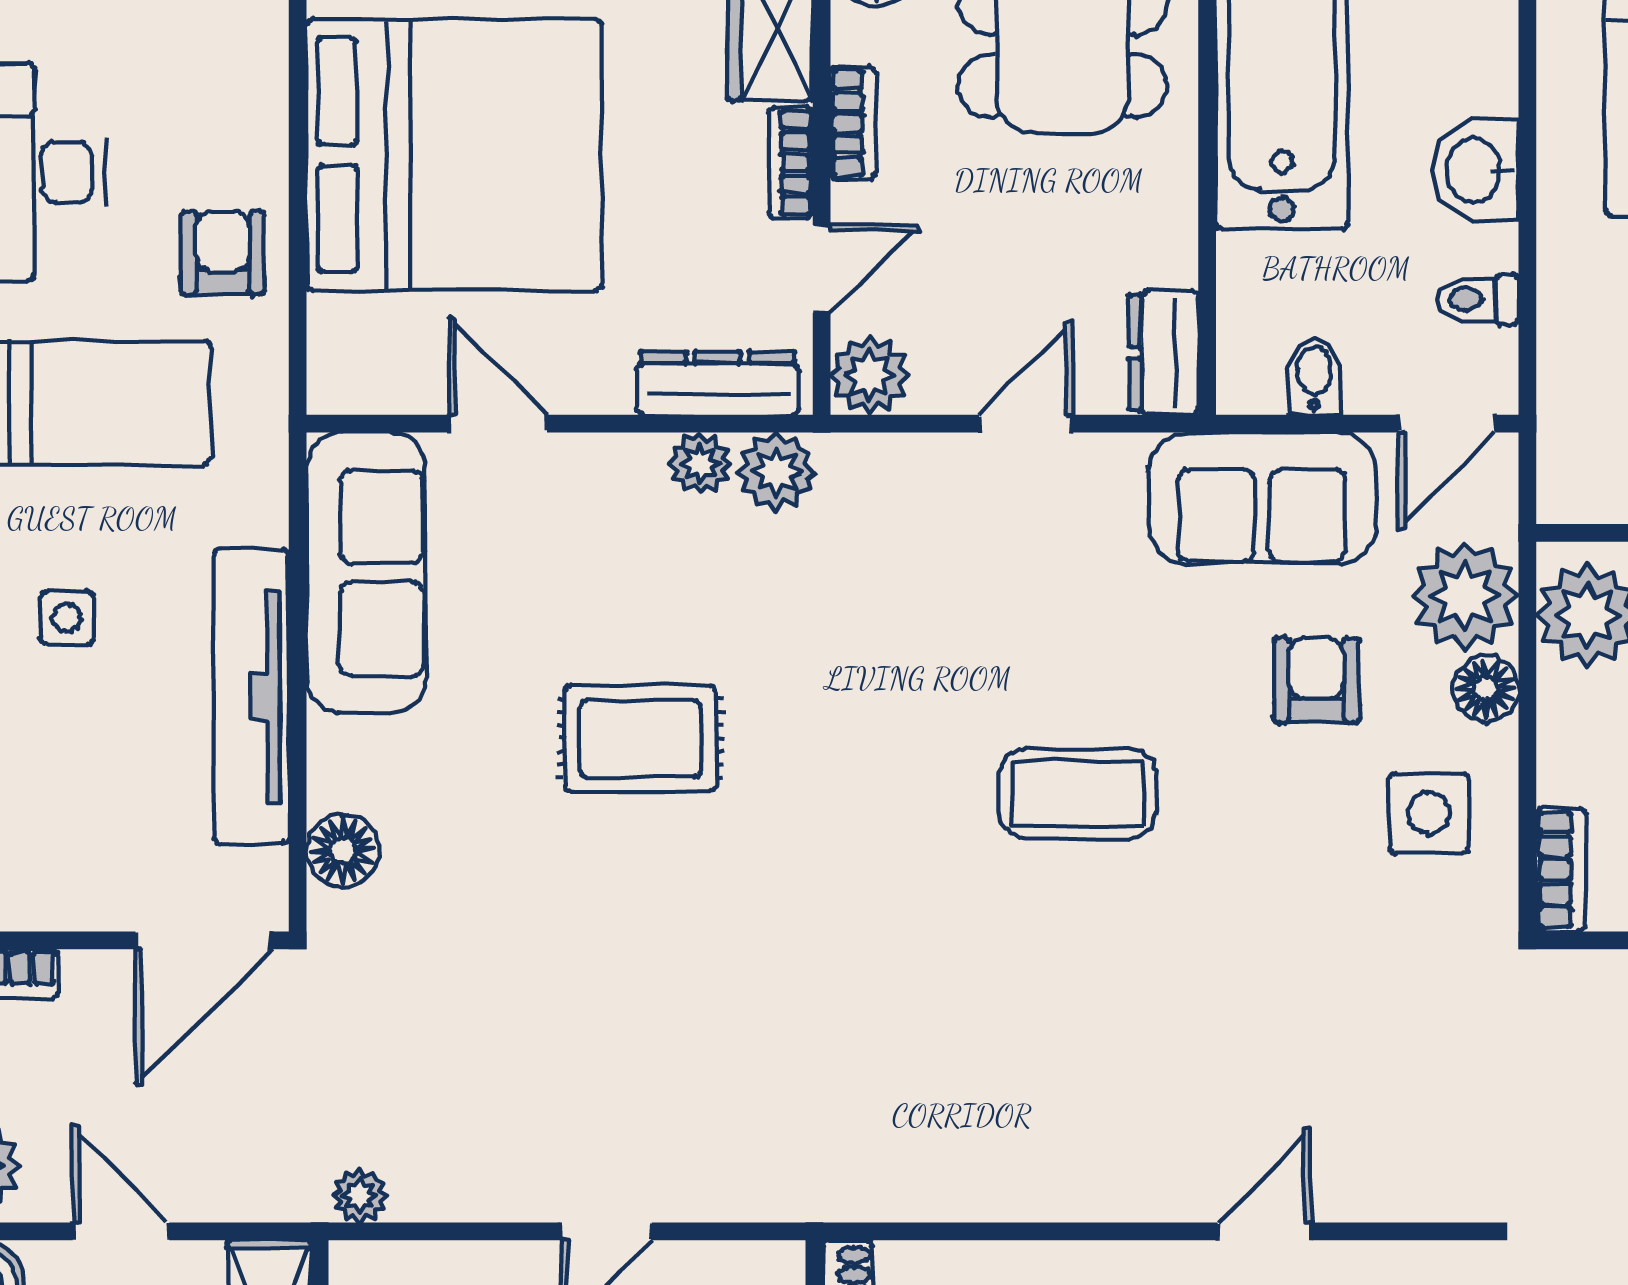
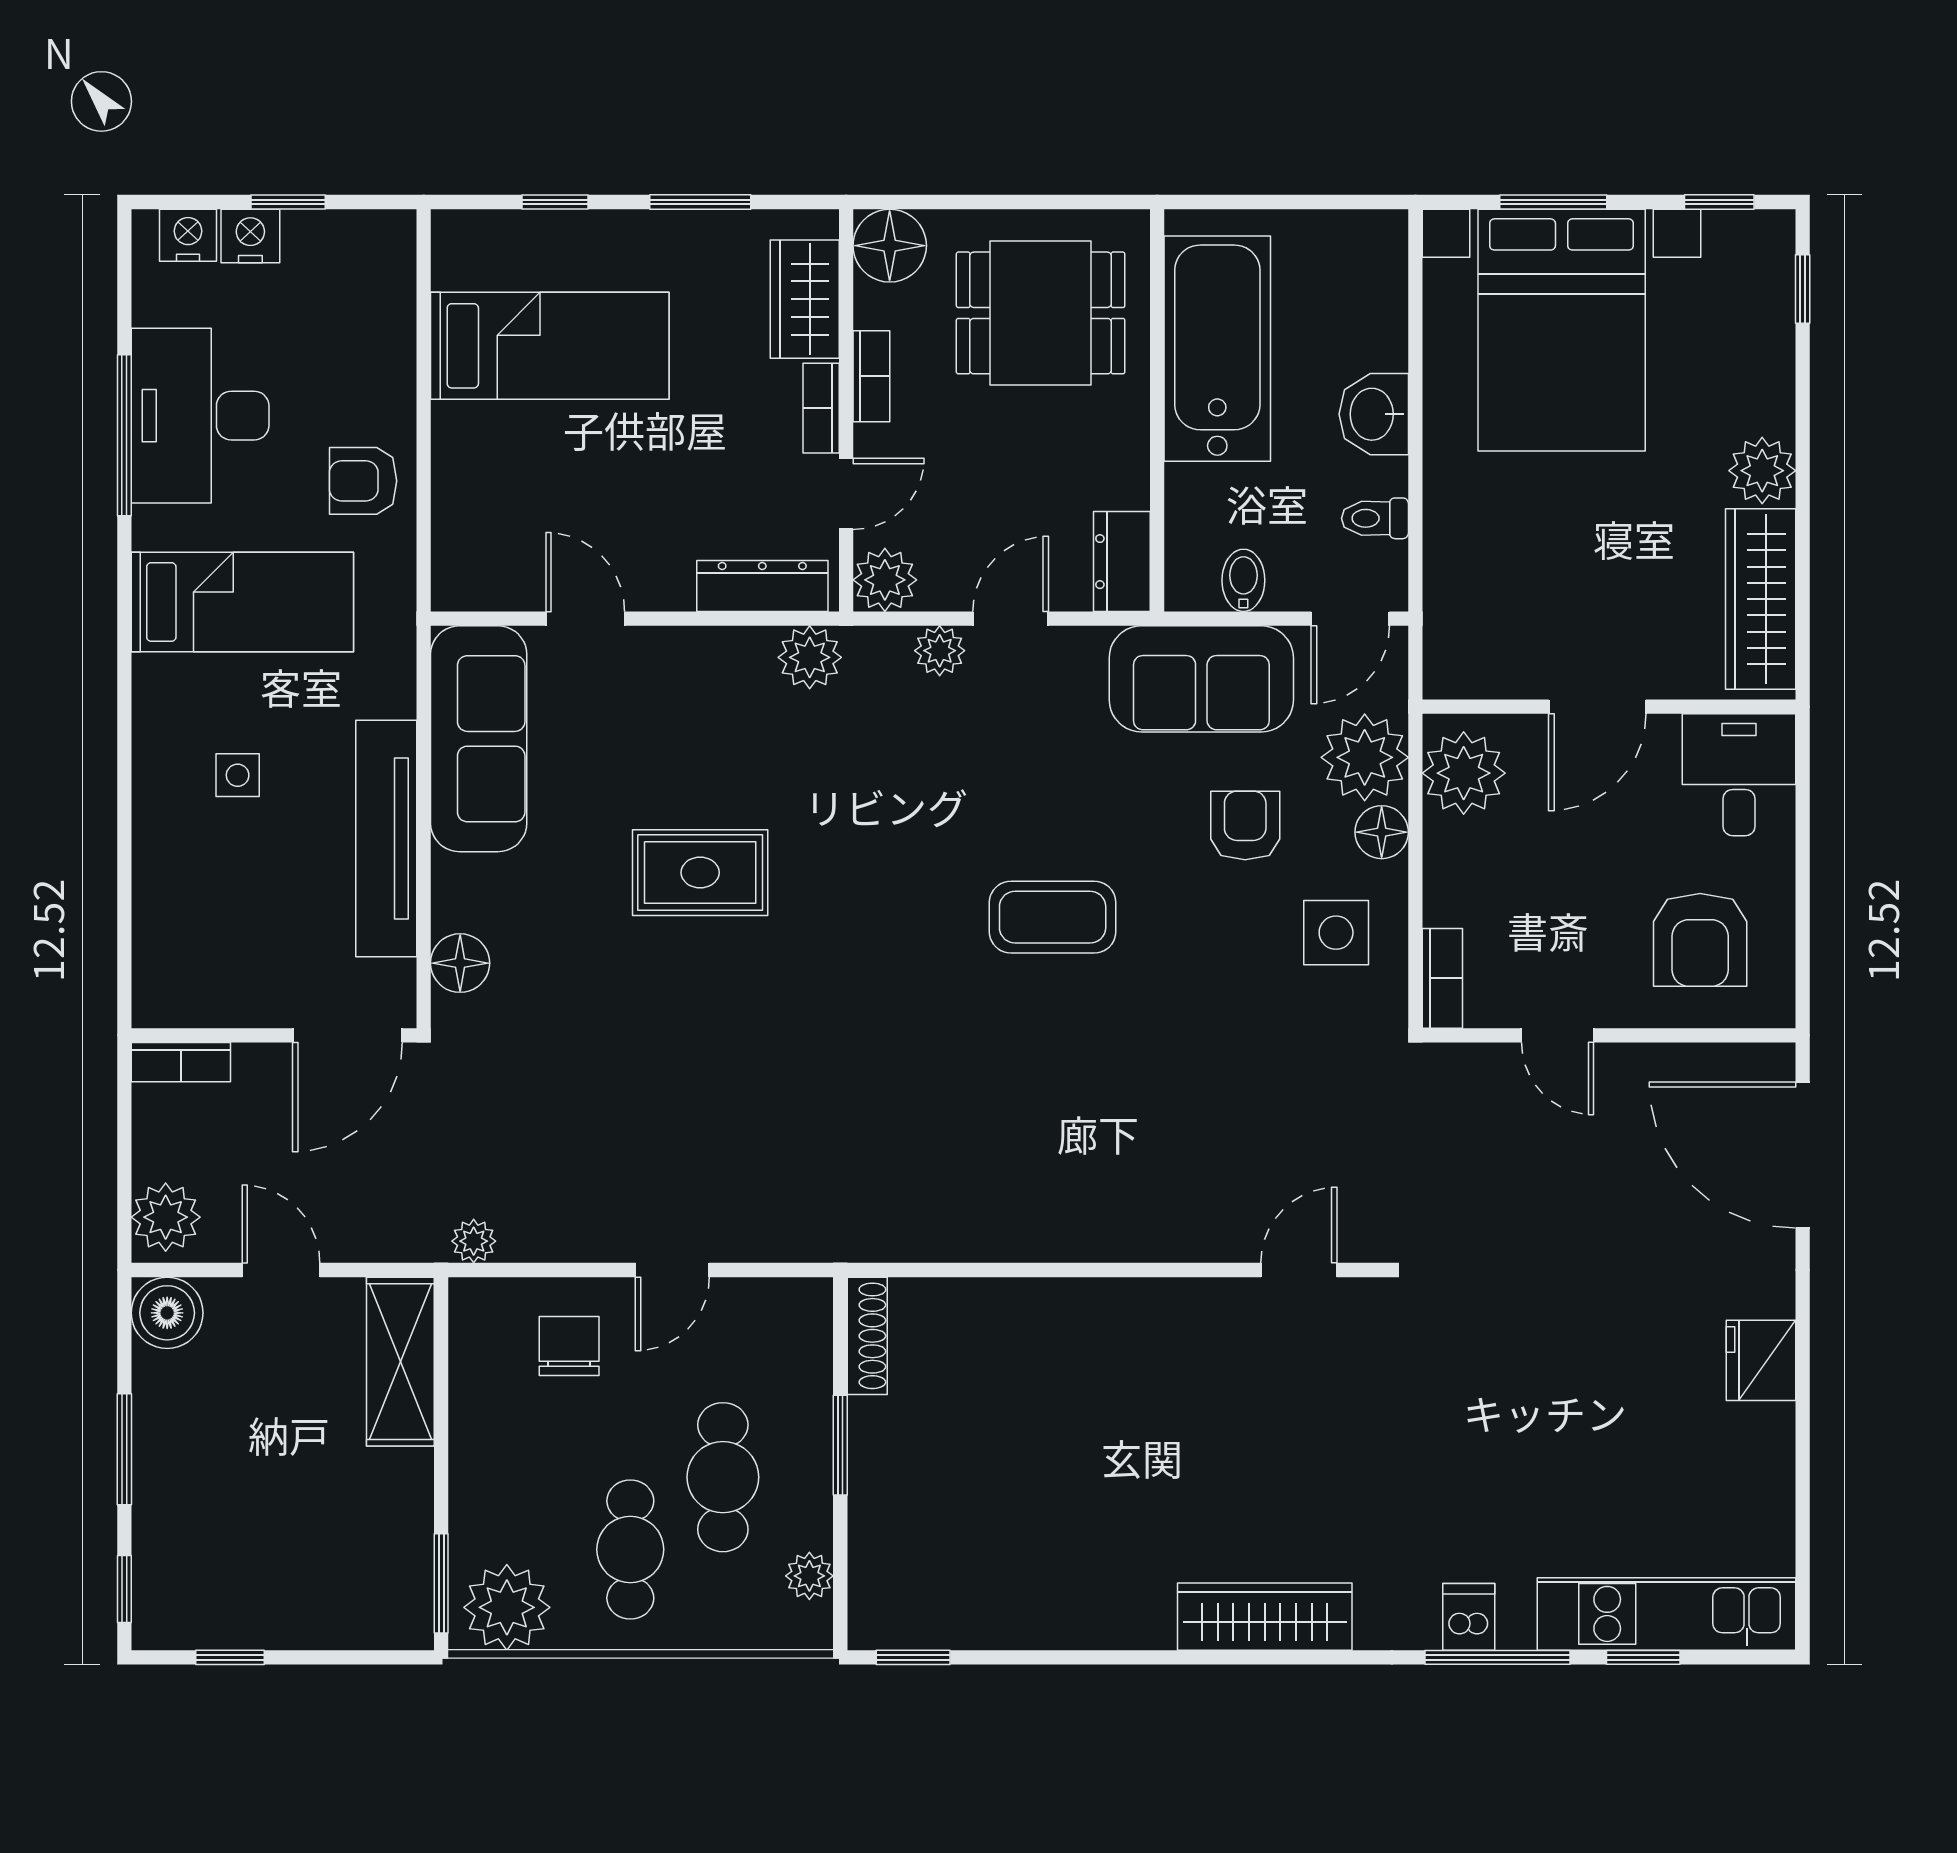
bed: (454, 155) -> (550, 346), width x0.49
armchair: (223, 253) -> (363, 481), turned -90
plant: (700, 463) -> (940, 651), moved
door: (1265, 1231) -> (1299, 1270), moved

